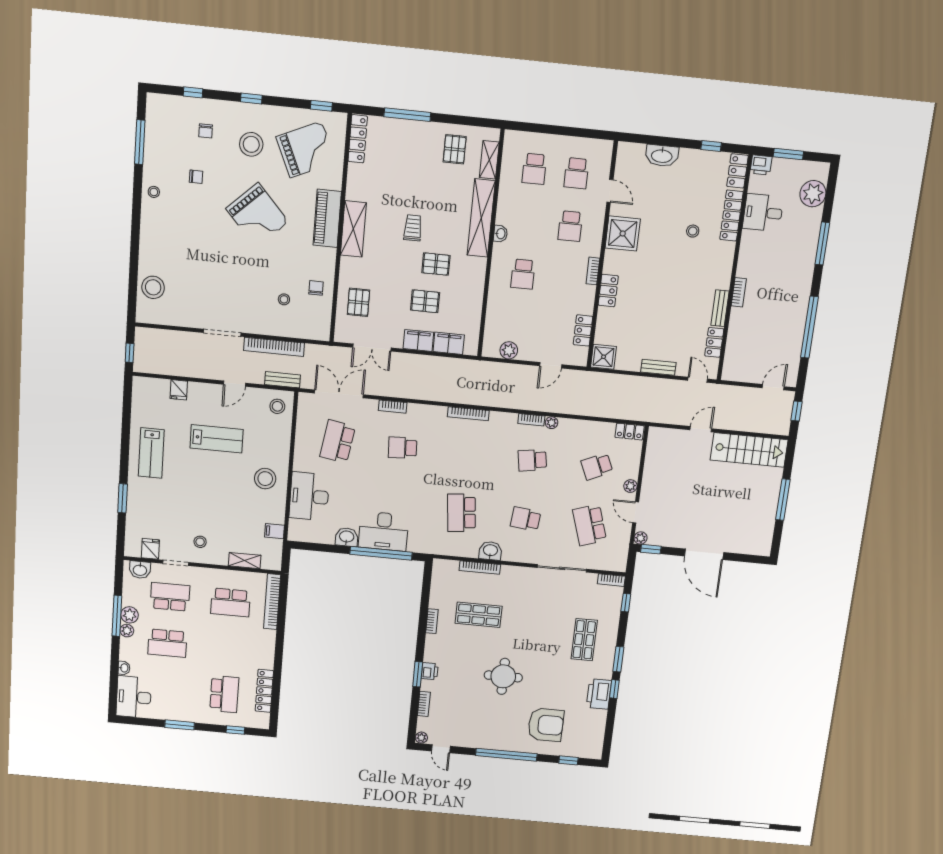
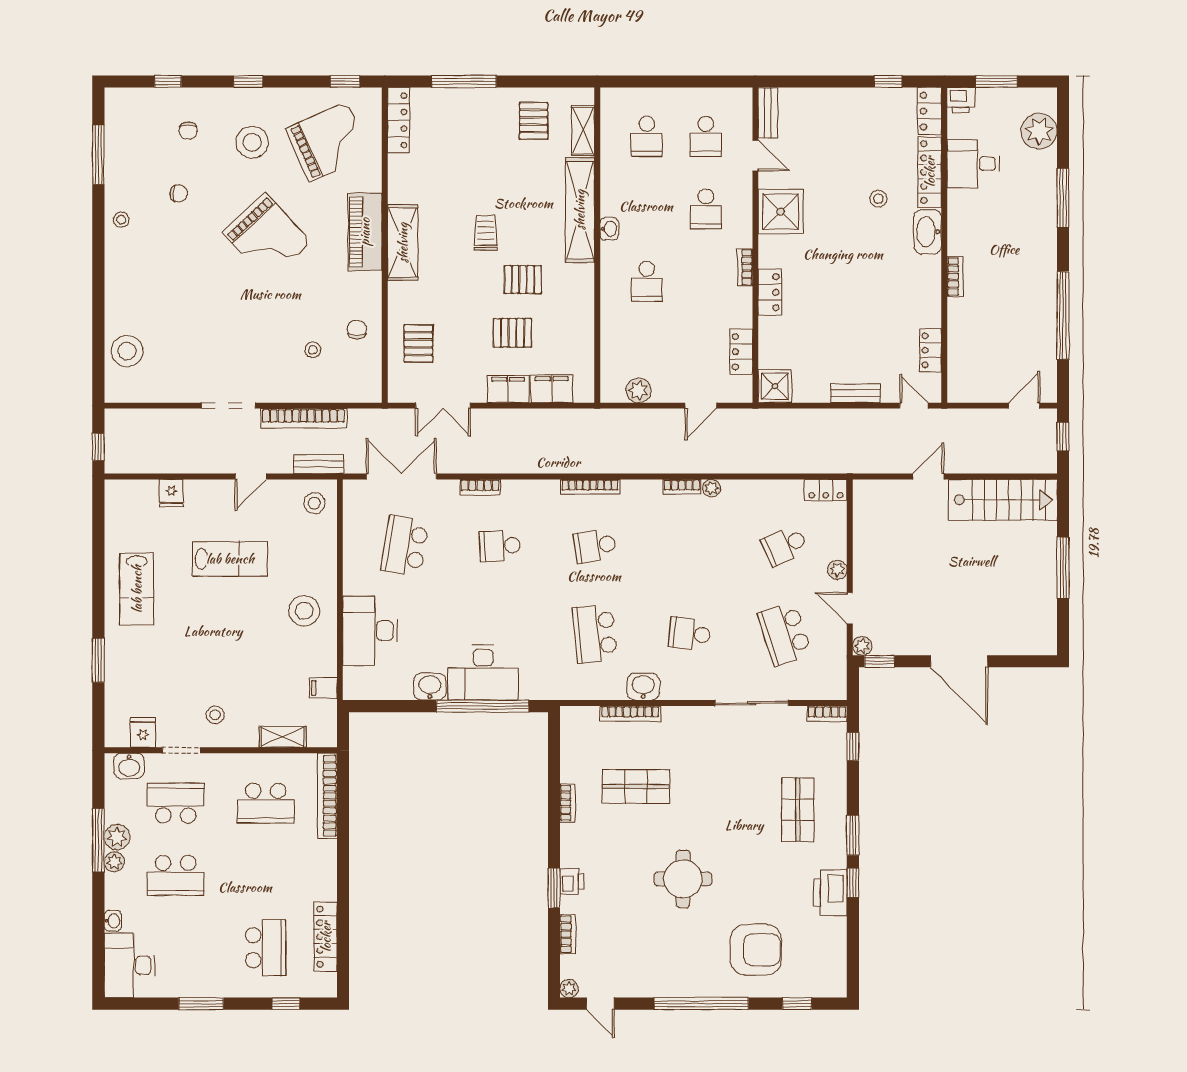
washbasin: (662, 156) -> (928, 232), moved, turned 90
bench: (720, 308) -> (768, 113), moved
school desk: (532, 460) -> (595, 546), moved

